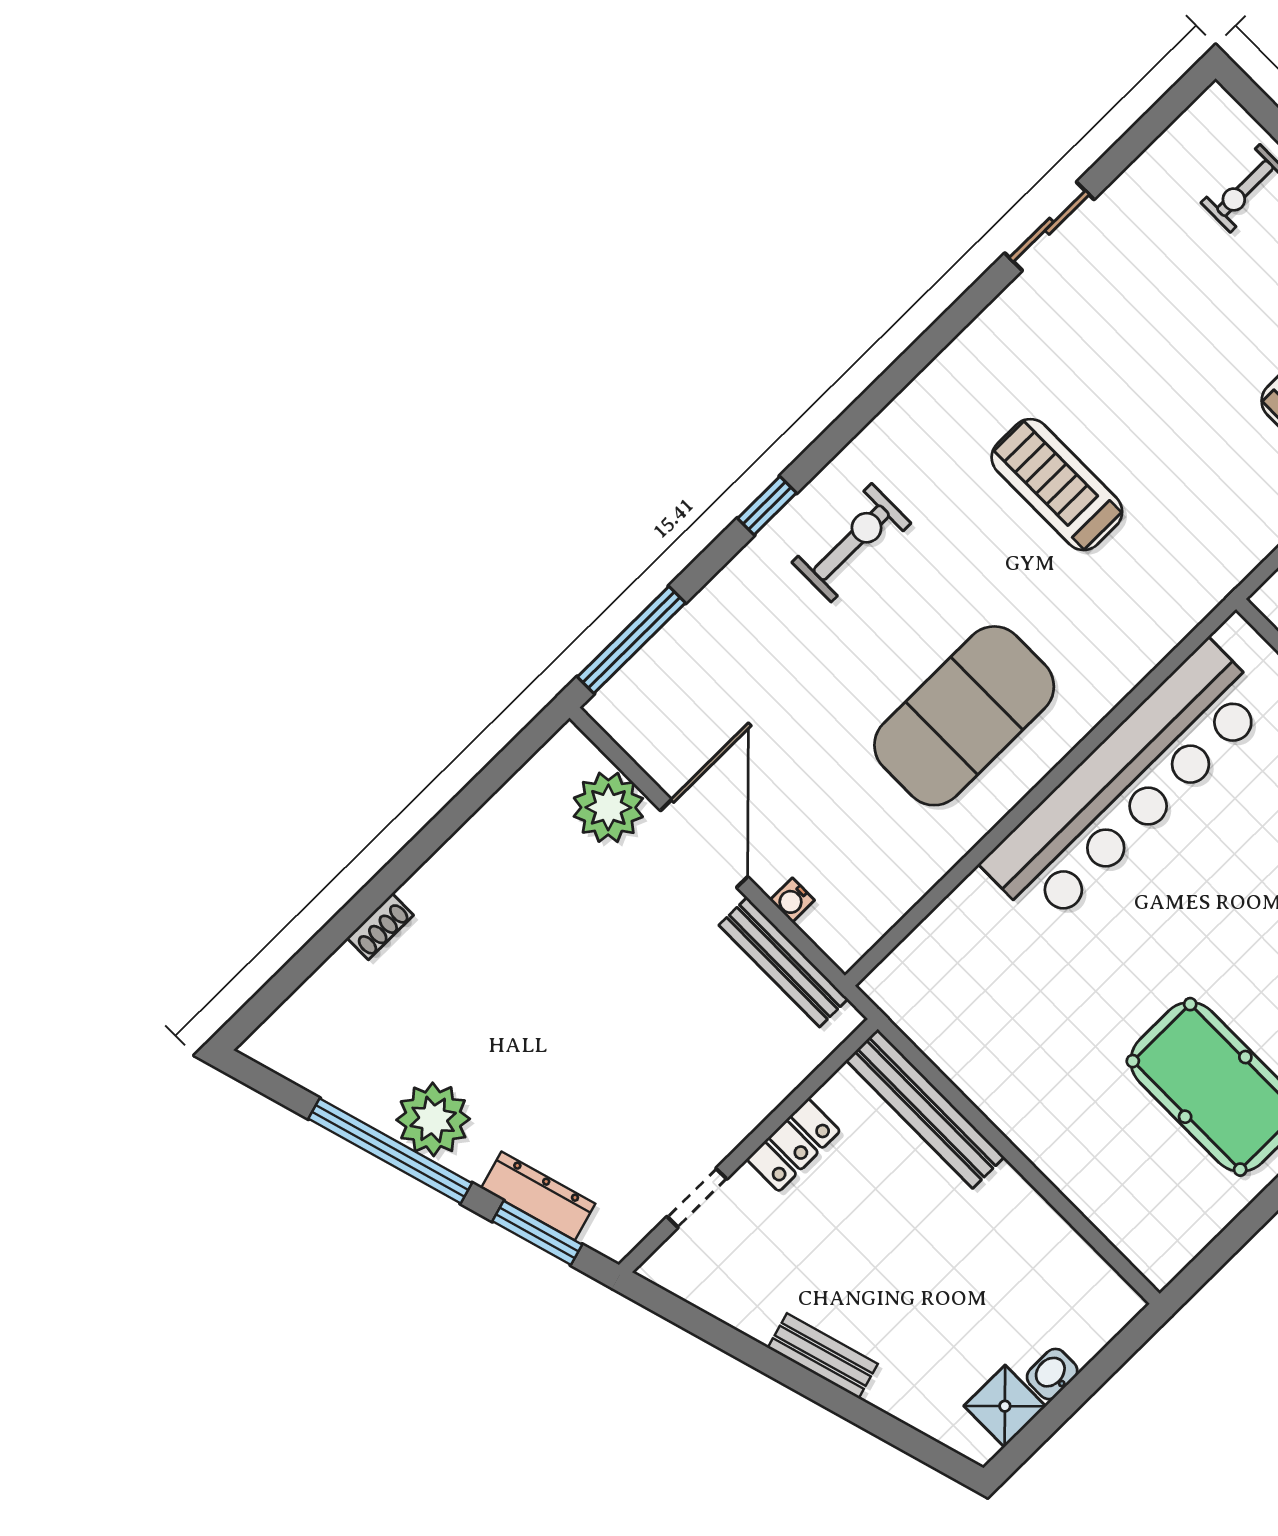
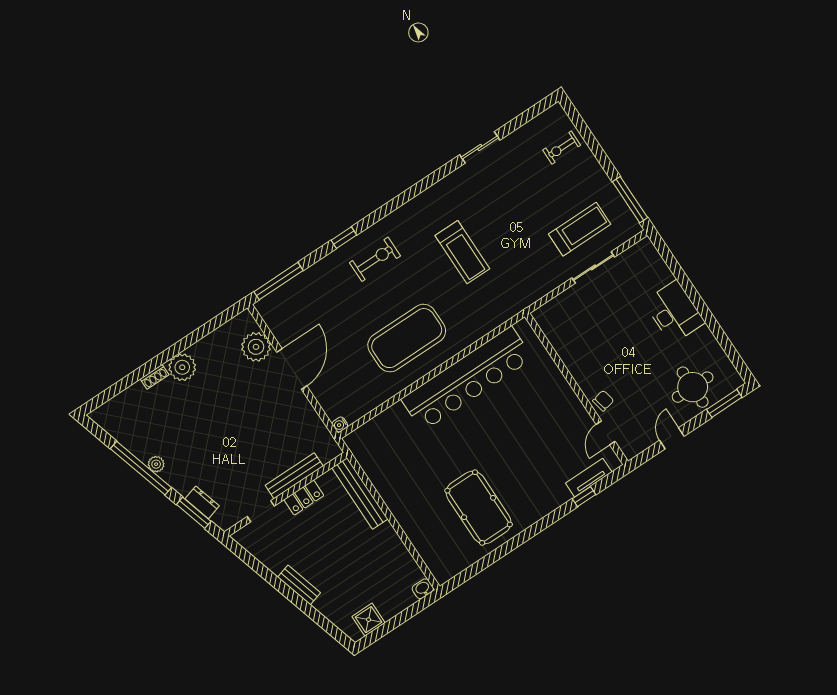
treadmill: (1057, 485) -> (462, 252), turned 180
plant: (442, 891) -> (182, 367), added
water cooler: (792, 900) -> (340, 424), moved
bench: (783, 962) -> (294, 476), moved, turned 90
plant: (433, 1119) -> (156, 464), width x0.53, depth x0.53
dresser: (538, 1196) -> (202, 502), width x0.70
washbasin: (1052, 1374) -> (423, 589), moved

